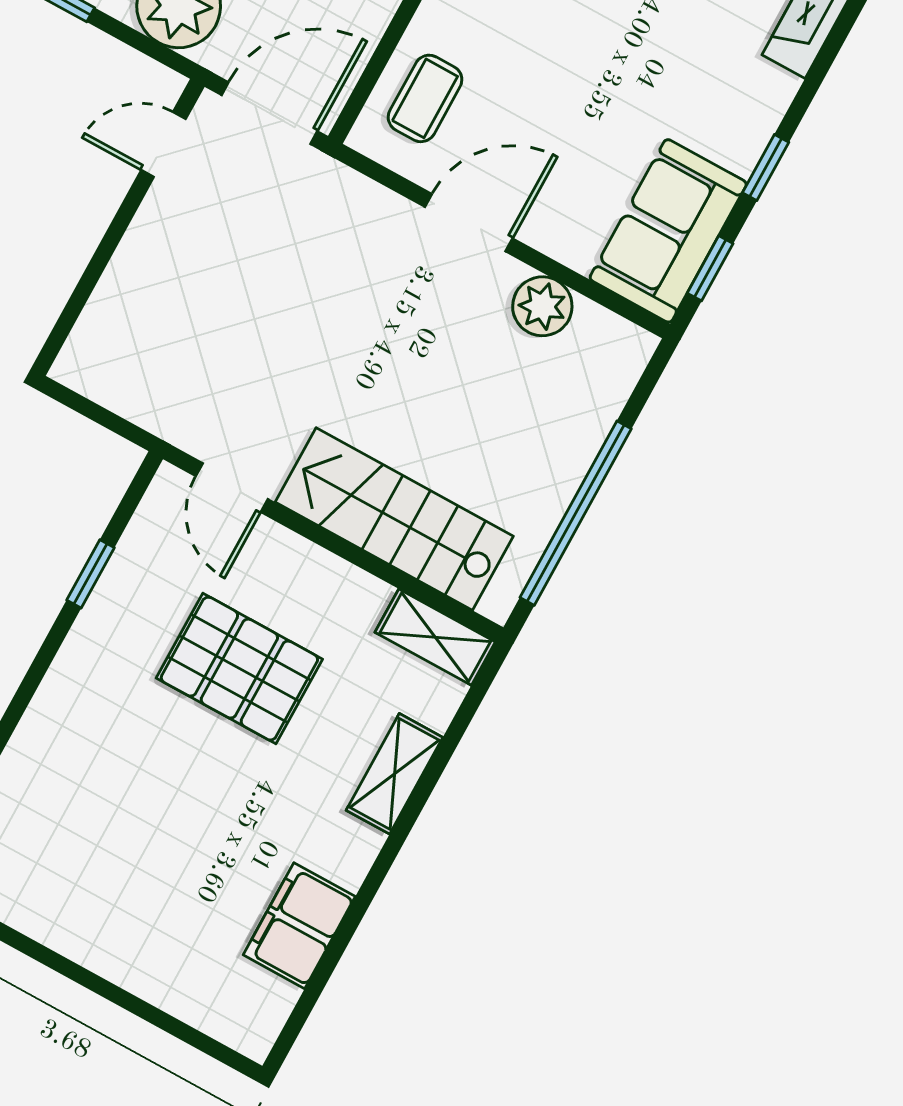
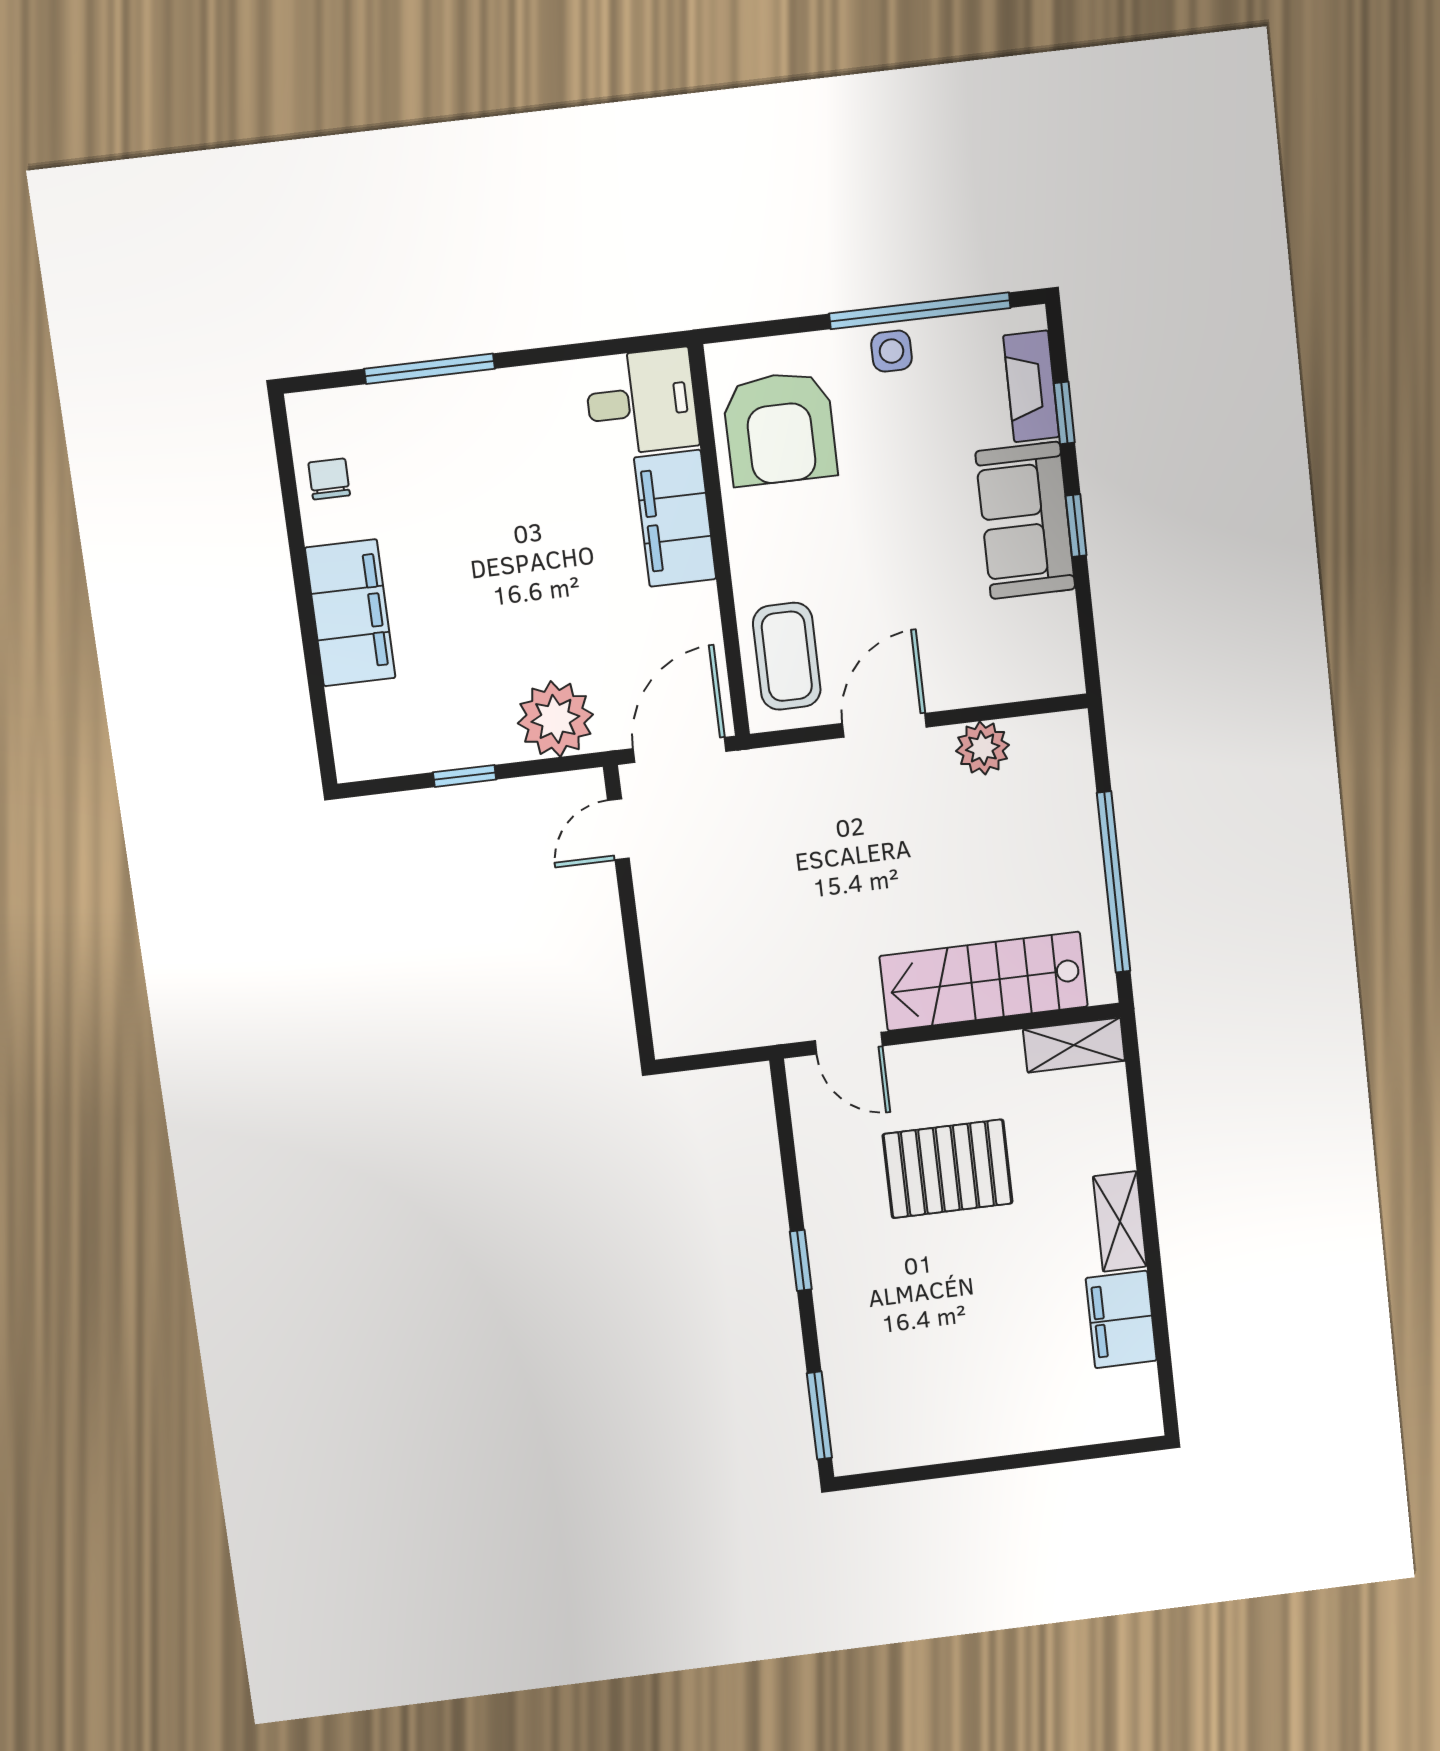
coffee table: (425, 98) -> (787, 656), width x1.36, depth x1.30
sofa: (668, 231) -> (1025, 520), moved
window: (710, 268) -> (1064, 413), moved
window: (90, 574) -> (801, 1260), moved
shelving: (394, 774) -> (1120, 1221), moved

